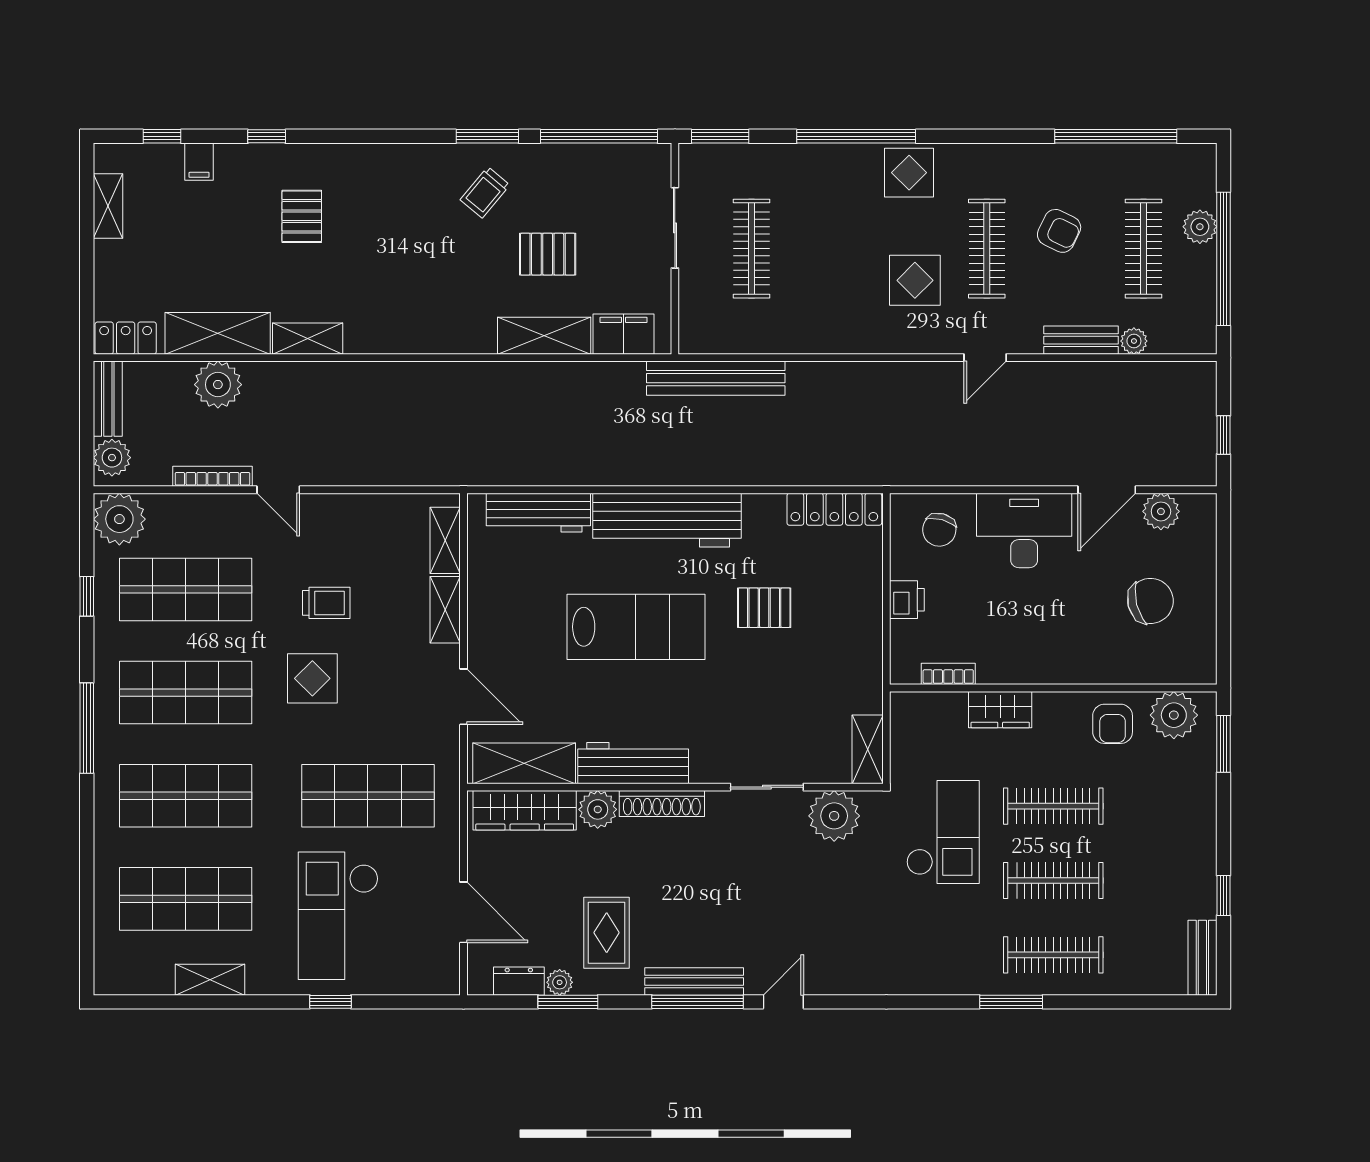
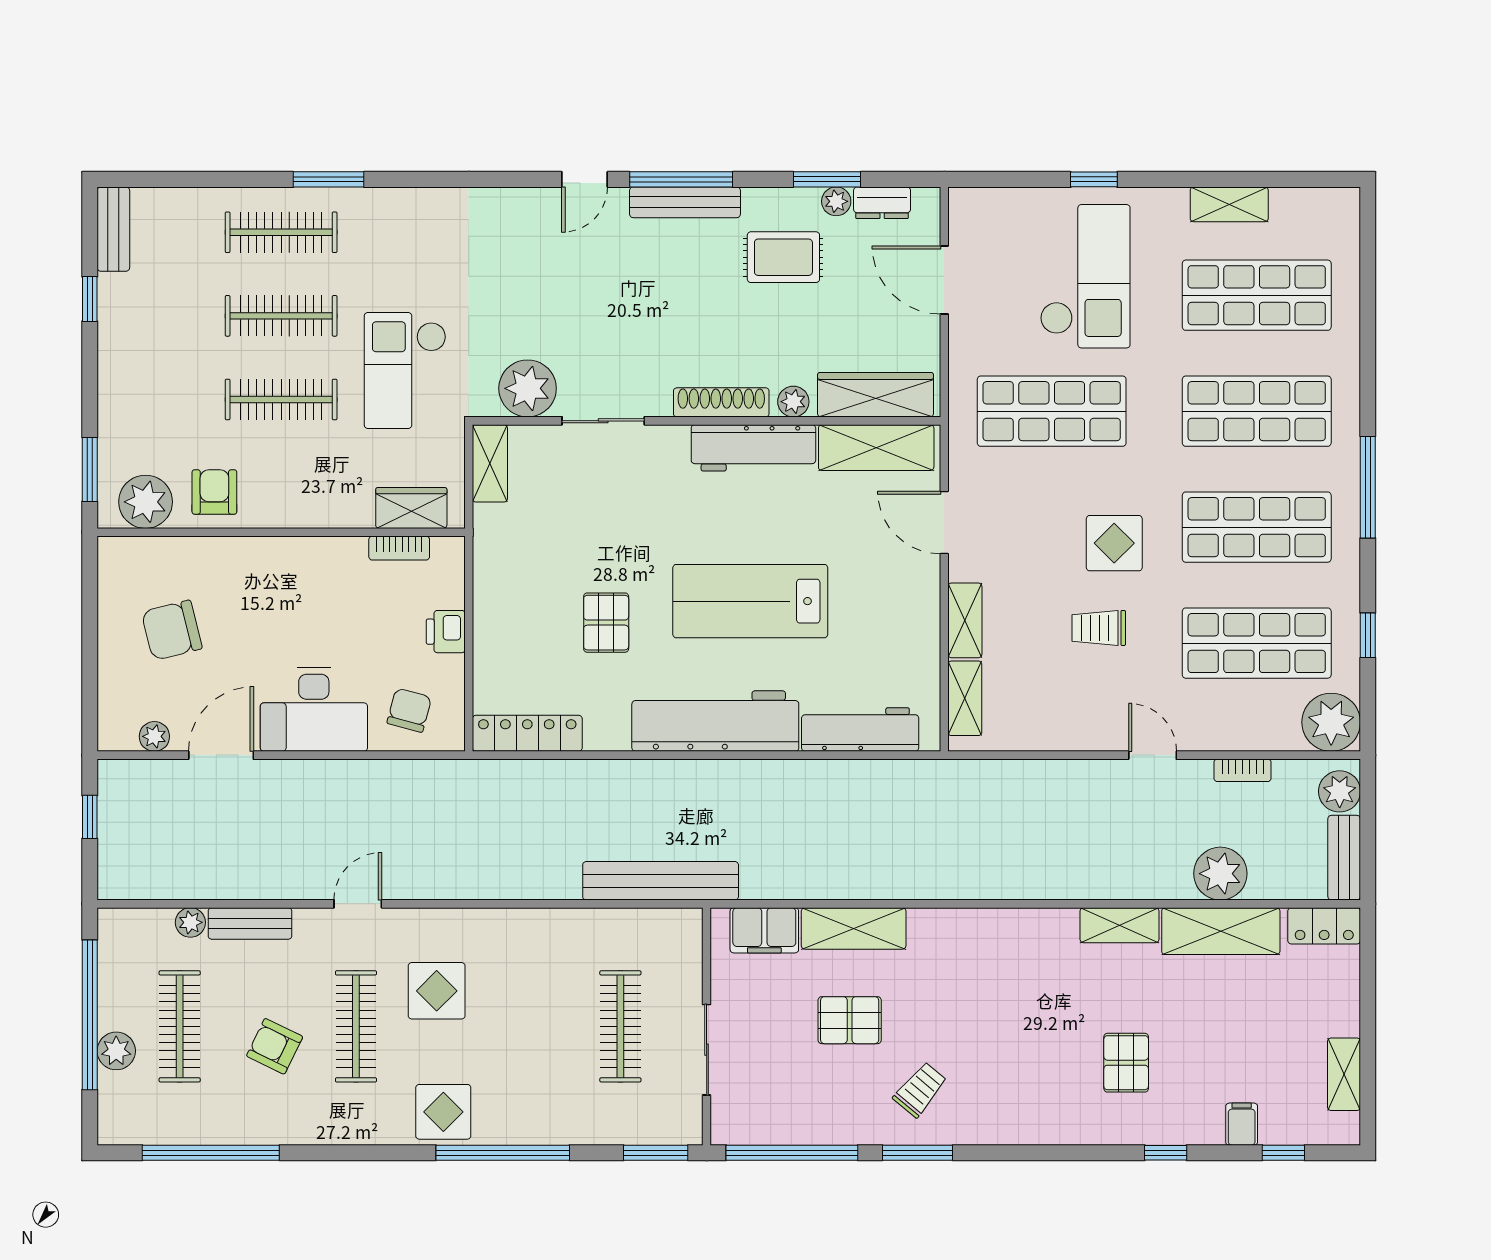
bookcase: (212, 476) -> (1243, 770), width x0.64
plant: (1161, 511) -> (154, 736), width x0.73, depth x0.73
pallet: (764, 608) -> (606, 623), turned 90
wardrobe: (1000, 710) -> (411, 508), moved
plant: (598, 809) -> (793, 402), width x0.73, depth x0.73
rug: (607, 933) -> (783, 257), turned 90

